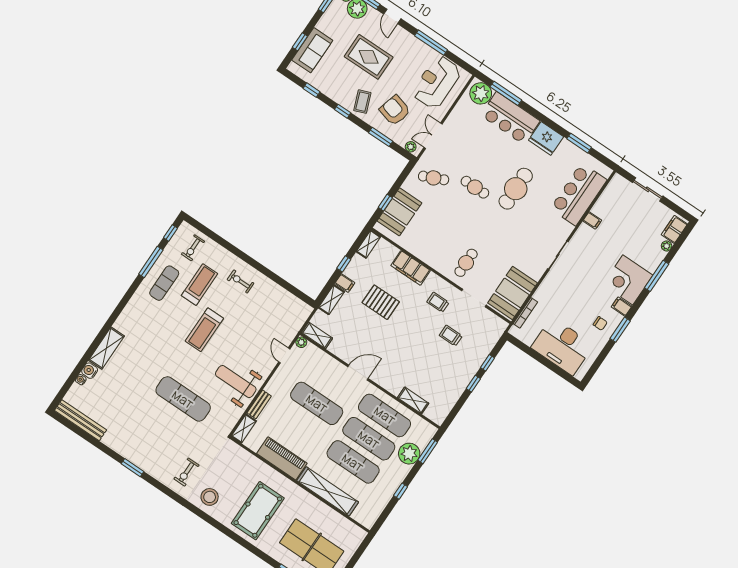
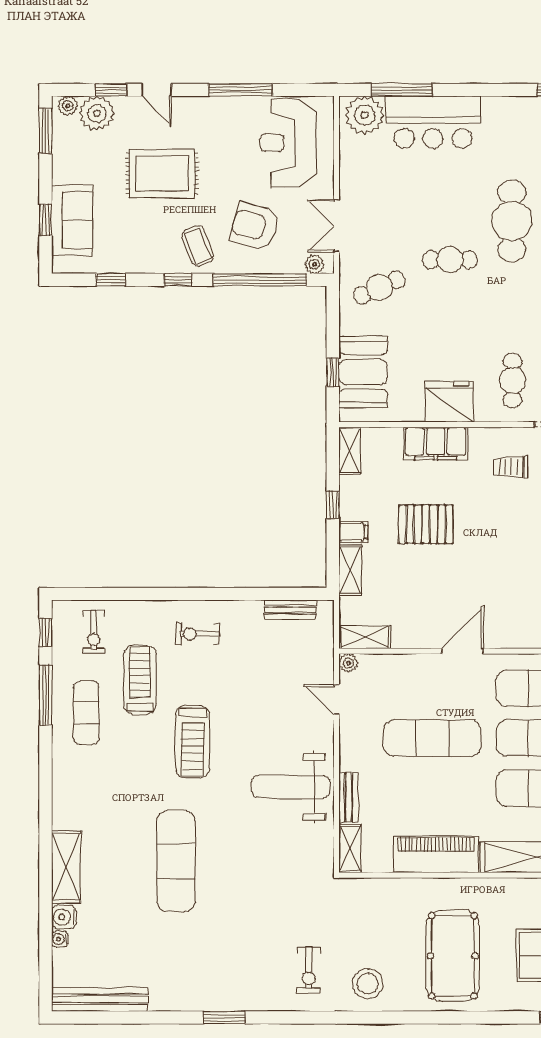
window: (381, 137) -> (260, 280), width x2.11
fridge: (546, 138) -> (449, 402), moved, turned 180
bench: (291, 299) -> (290, 610), added
exercise mat: (183, 399) -> (176, 861), moved, turned 90

